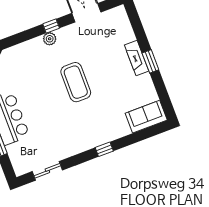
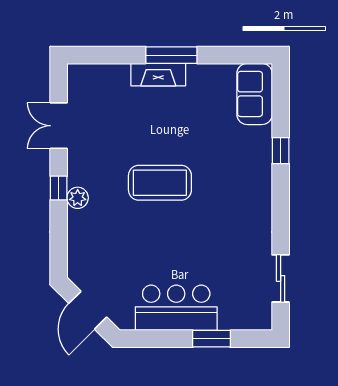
window: (150, 61) -> (171, 55), width x1.44
window: (104, 149) -> (281, 151), moved

